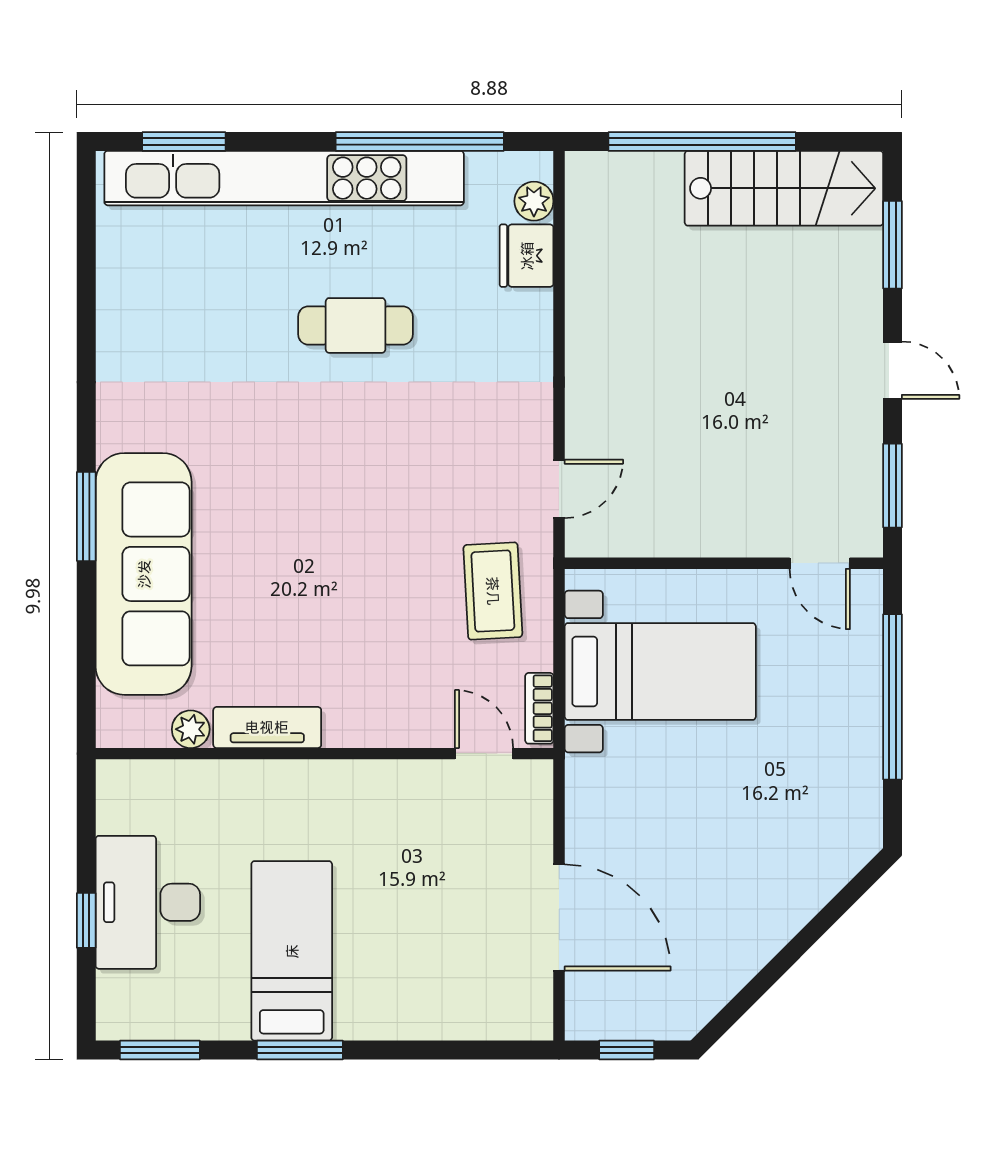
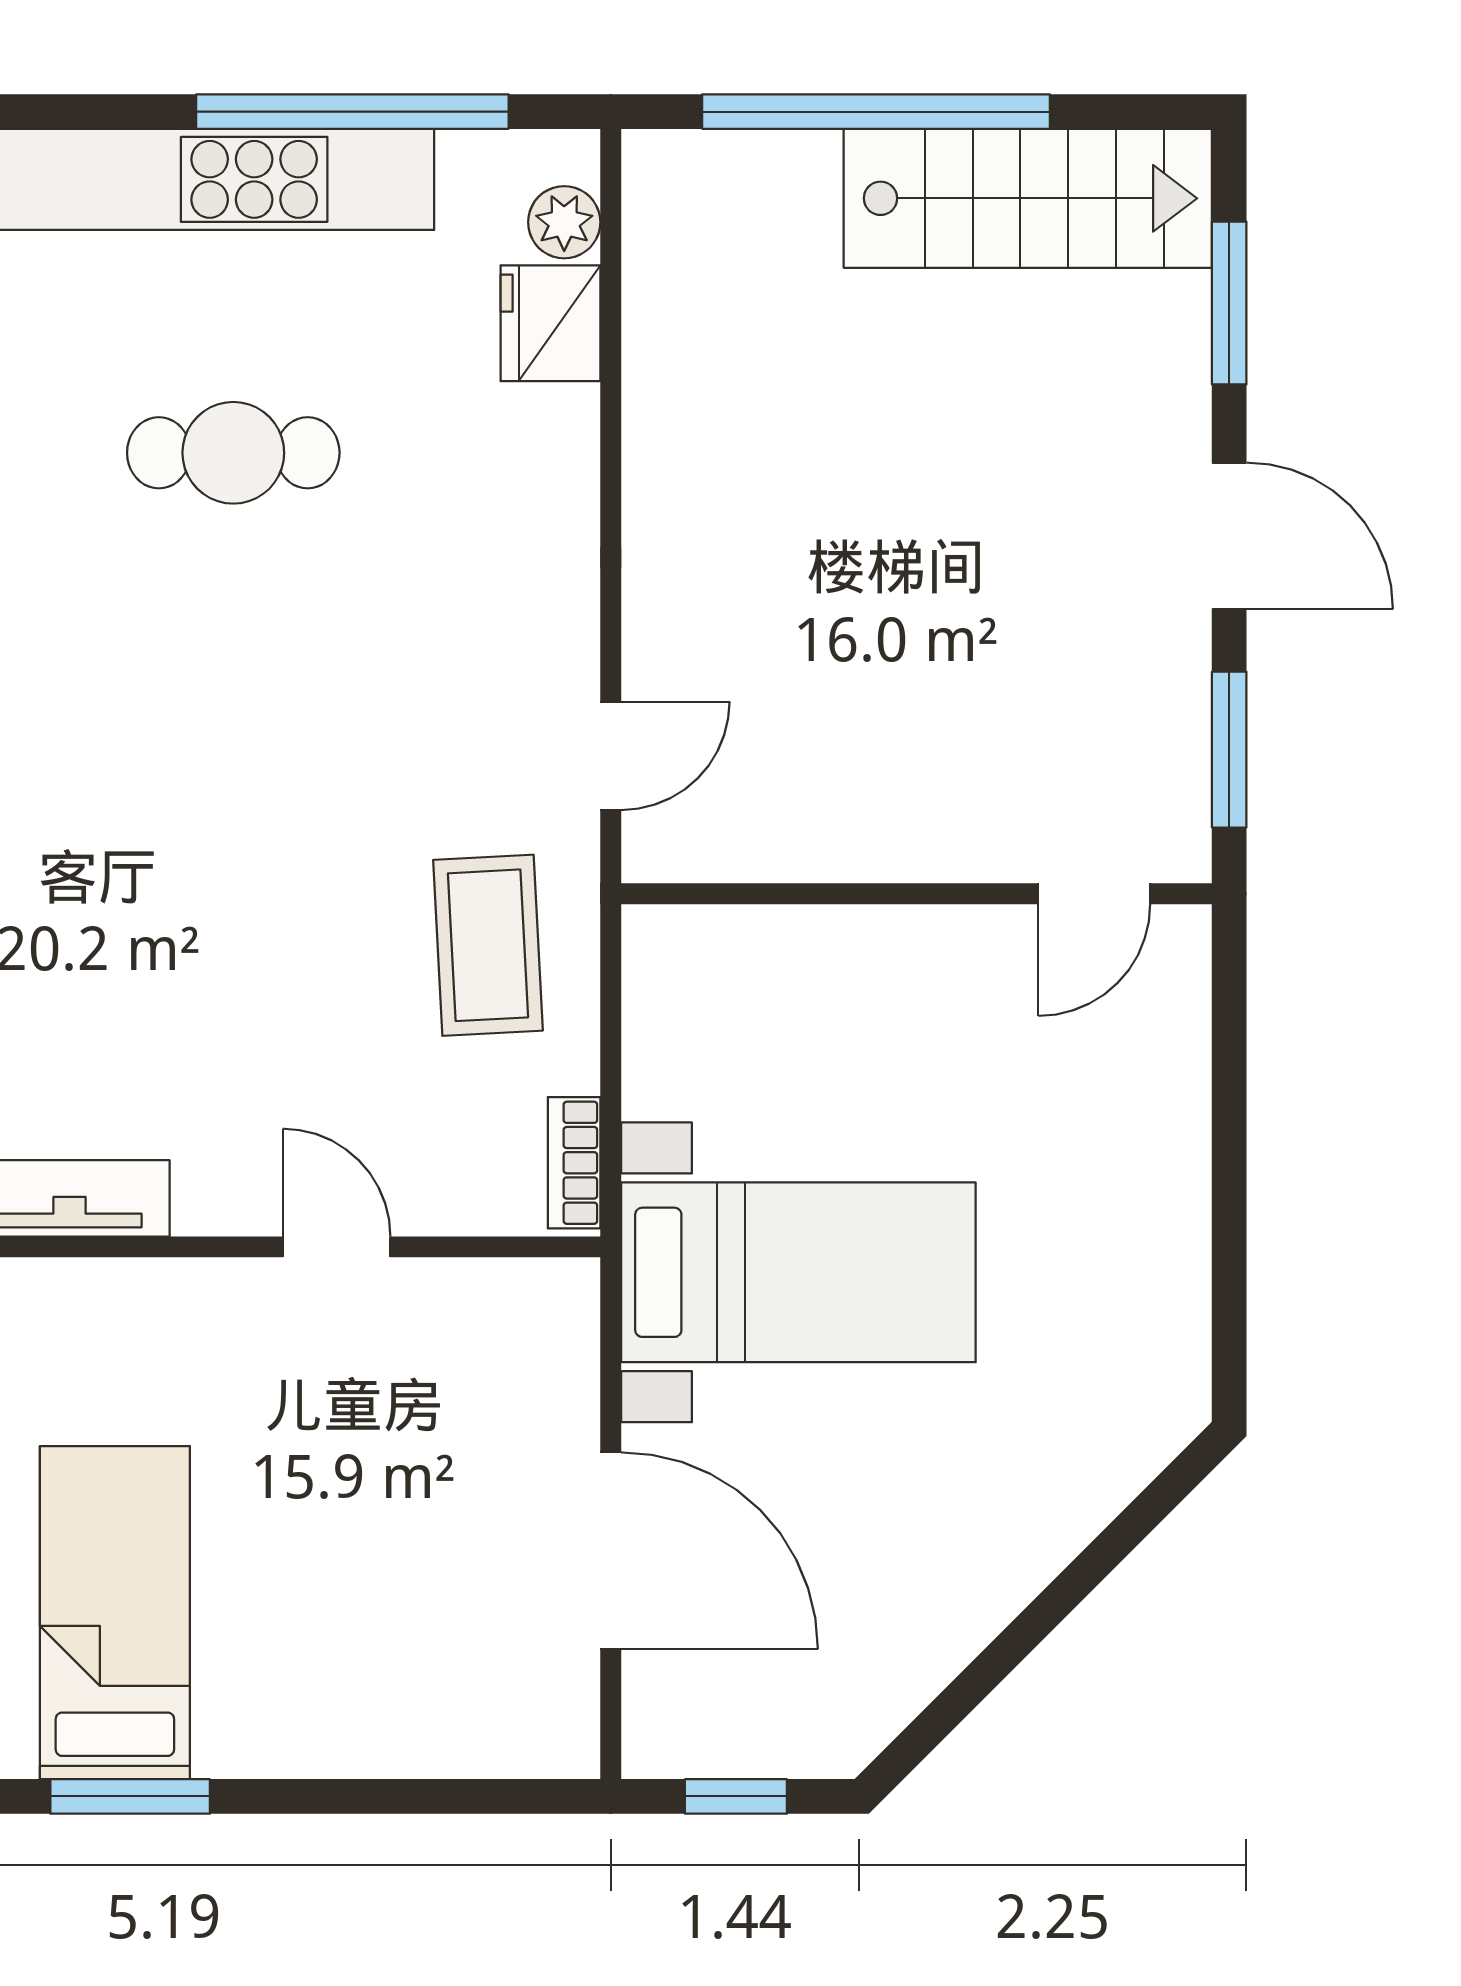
door: (893, 370) -> (1229, 536), width x1.37
door: (820, 563) -> (1094, 894), hinge flipped
bed with nightstands: (660, 672) -> (798, 1272), moved
window: (893, 697) -> (1229, 1142), removed
door: (484, 754) -> (337, 1247), moved

